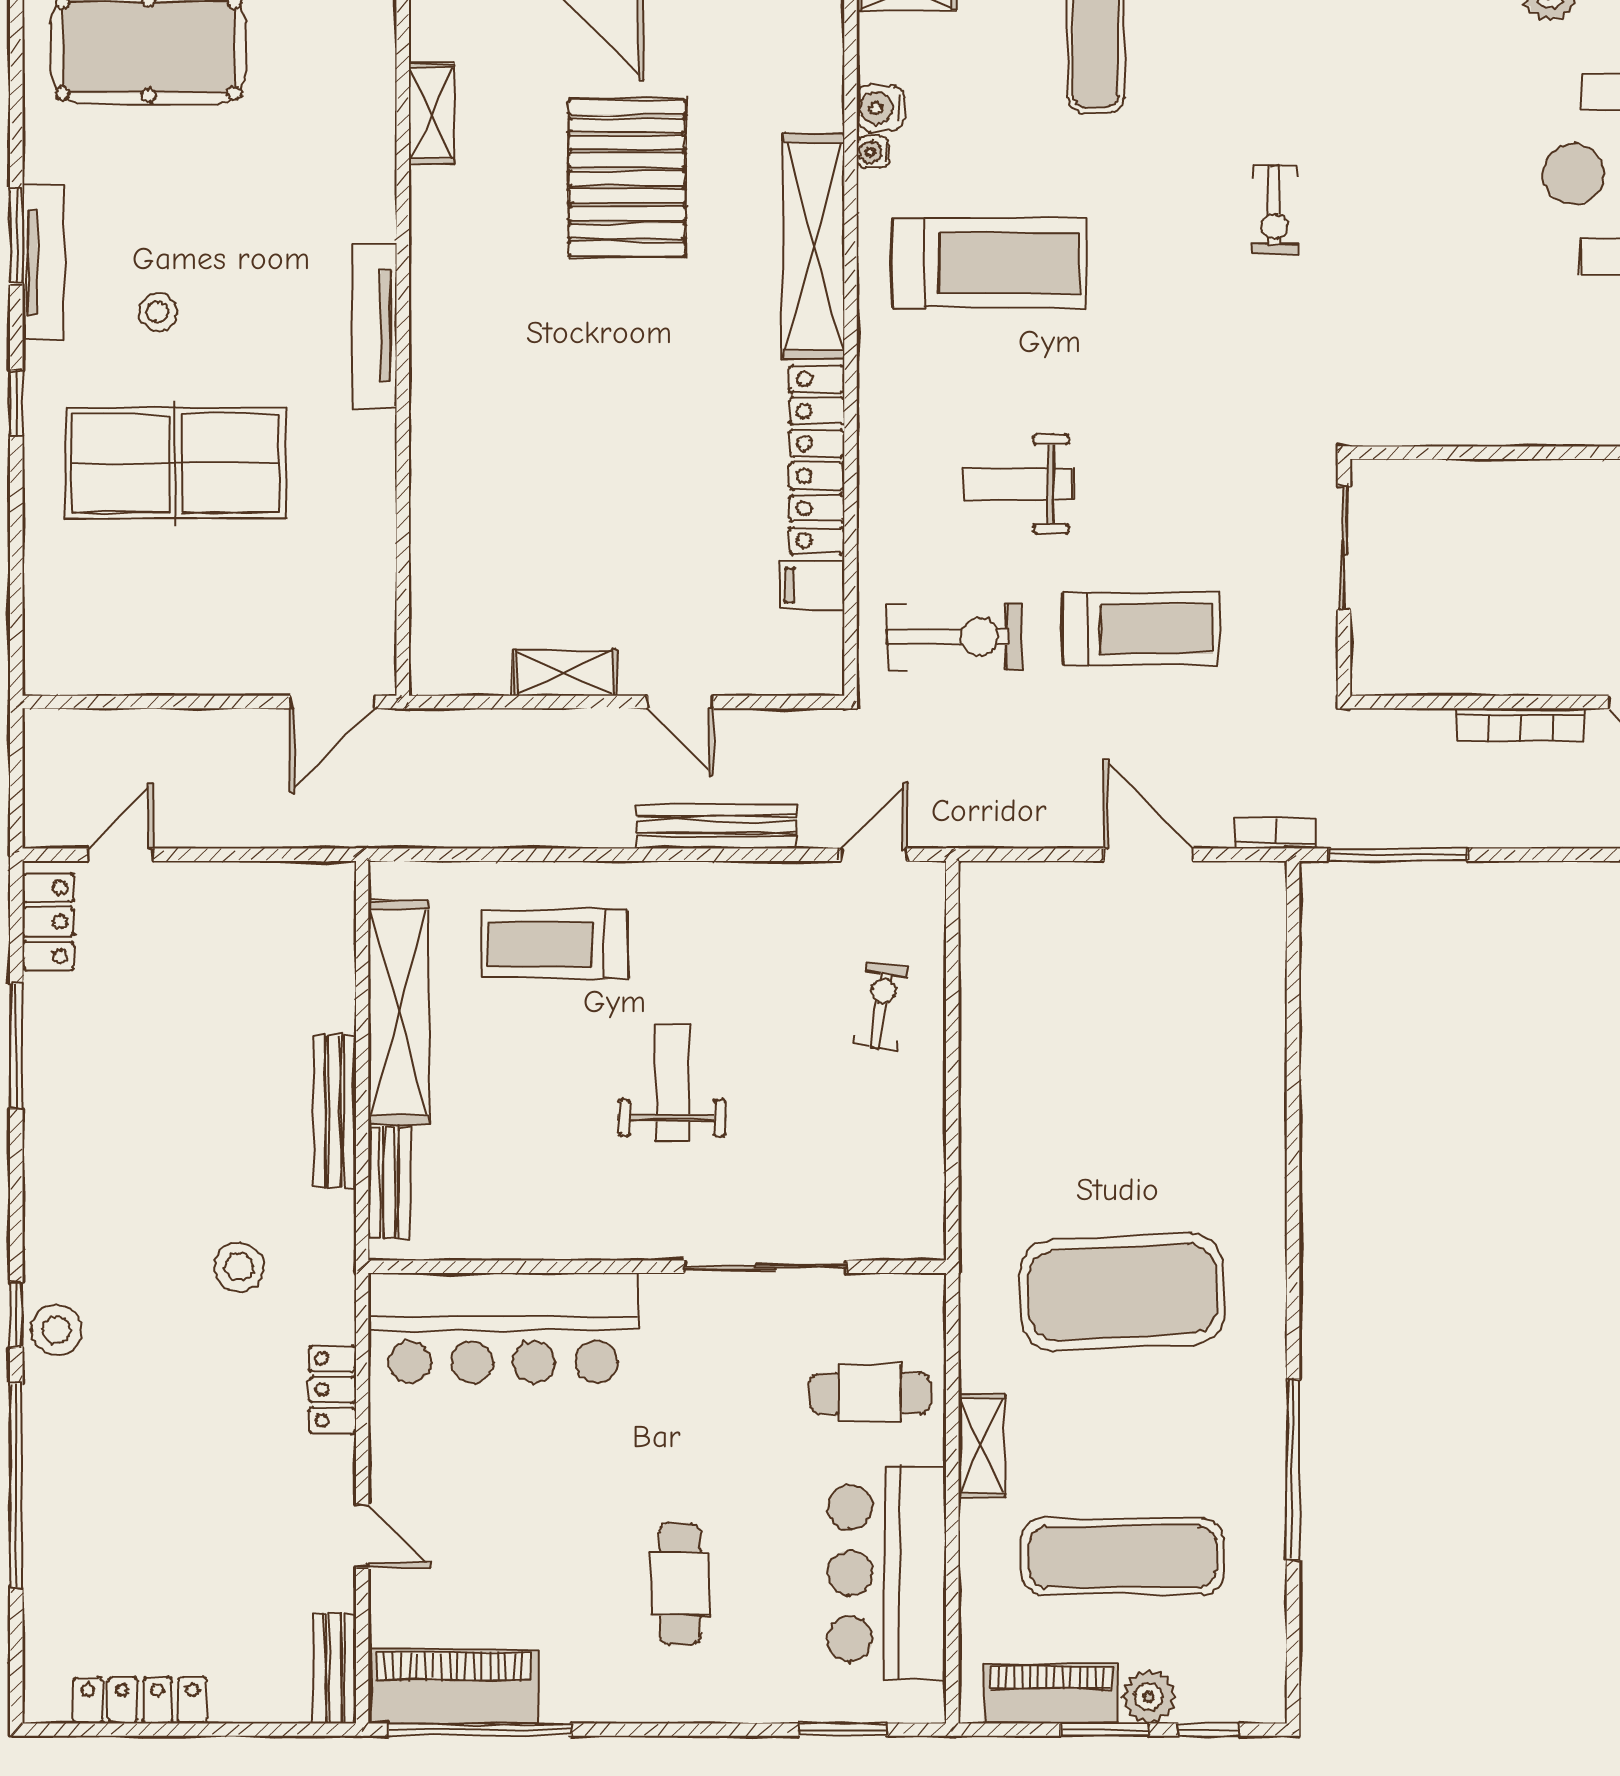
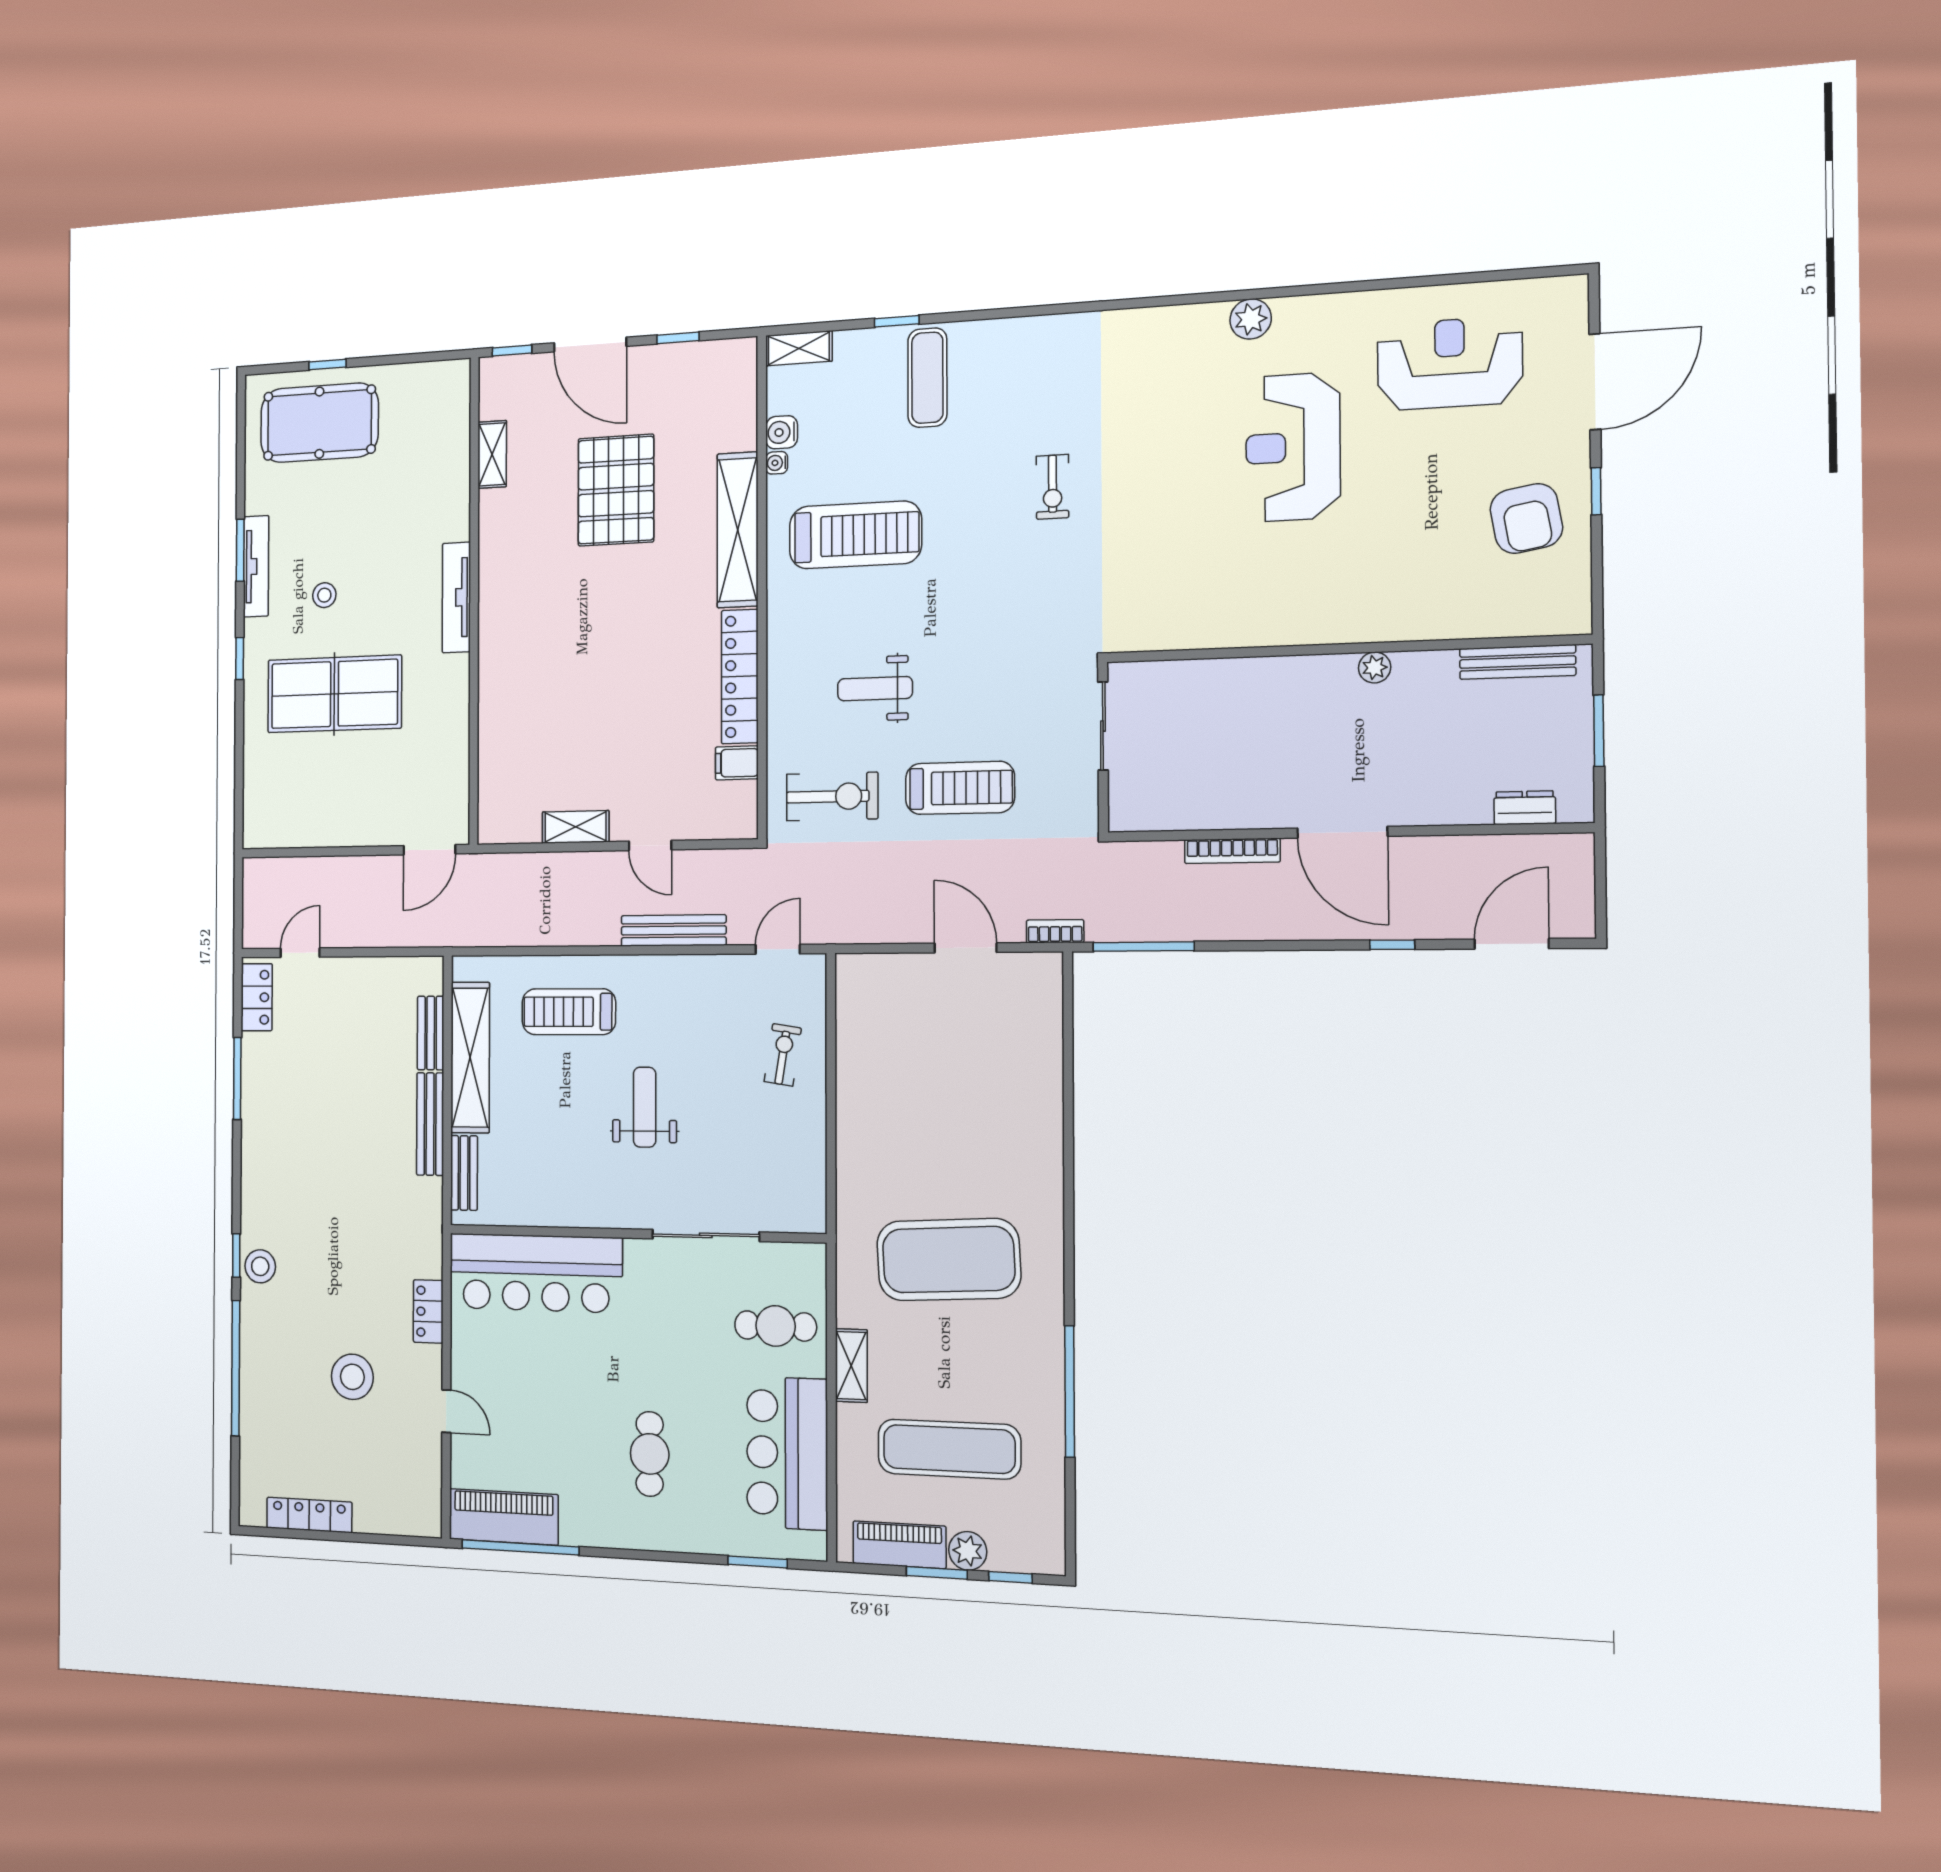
stool: (239, 1267) -> (352, 1377), moved, width x1.38, depth x1.38
bench: (335, 1668) -> (431, 1033), moved

